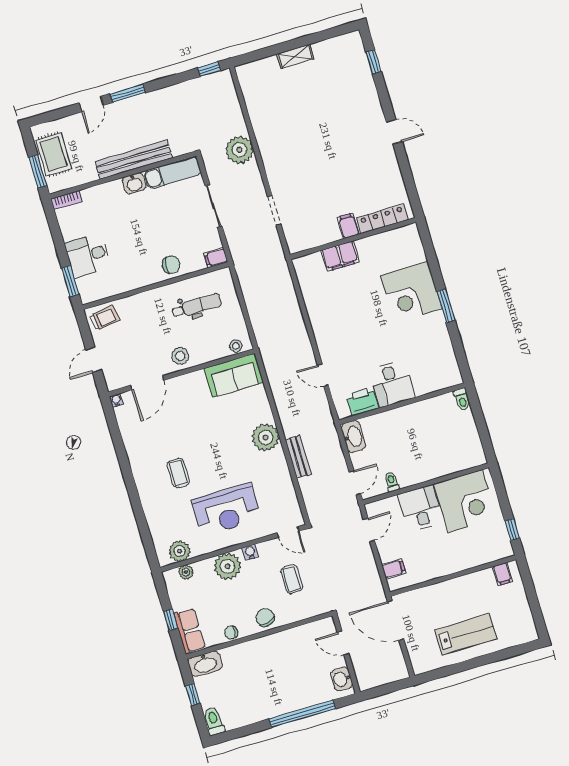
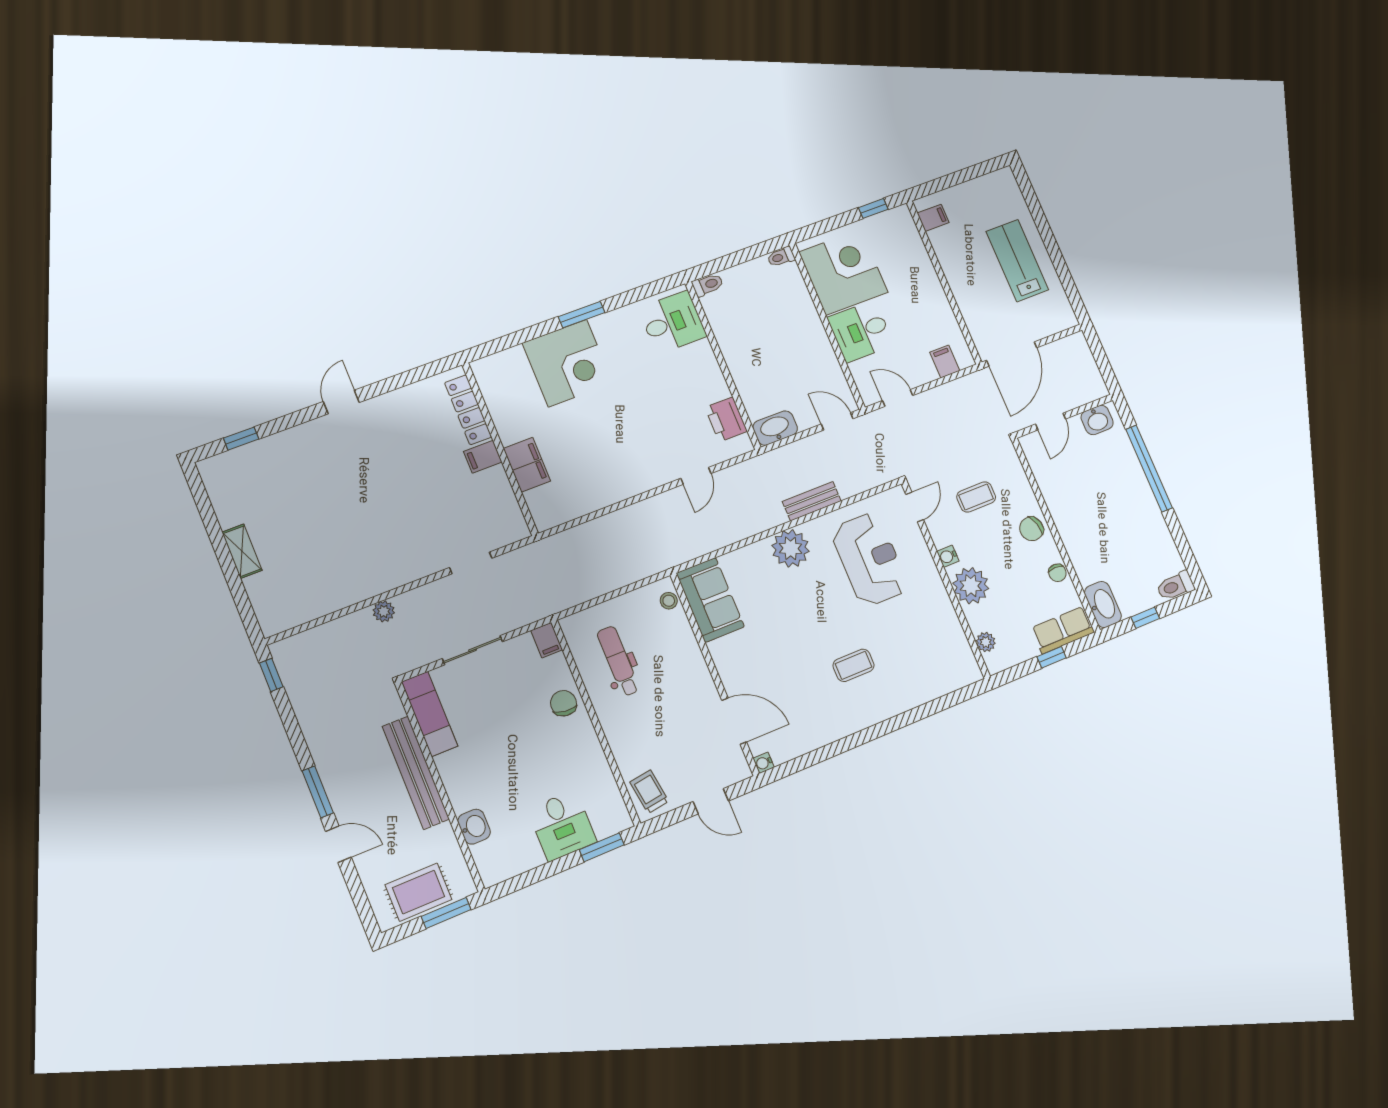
plant: (239, 150) -> (384, 611), width x0.53, depth x0.53
washbasin: (134, 183) -> (474, 827), moved
bookcase: (66, 200) -> (484, 866), removed
stool: (180, 356) -> (691, 678), removed
desk: (392, 384) -> (673, 322), moved
toilet: (392, 482) -> (781, 257), moved
reception desk: (226, 510) -> (870, 559), moved
plant: (180, 551) -> (959, 654), removed

